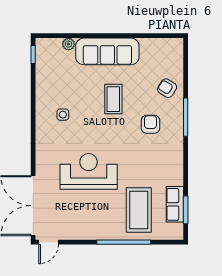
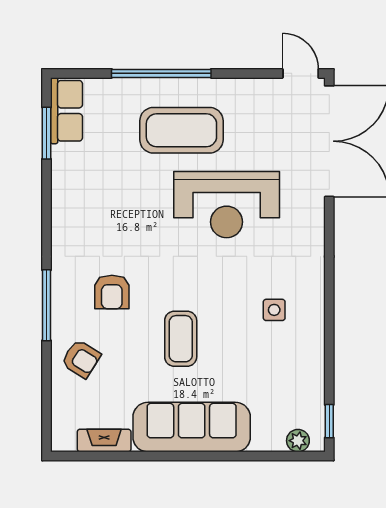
plant: (69, 44) -> (298, 441), moved
fireplace: (155, 44) -> (104, 440), added
row of seats: (175, 204) -> (66, 111), moved
coffee table: (139, 210) -> (181, 130), moved, turned 90
door: (49, 242) -> (301, 73), hinge flipped

